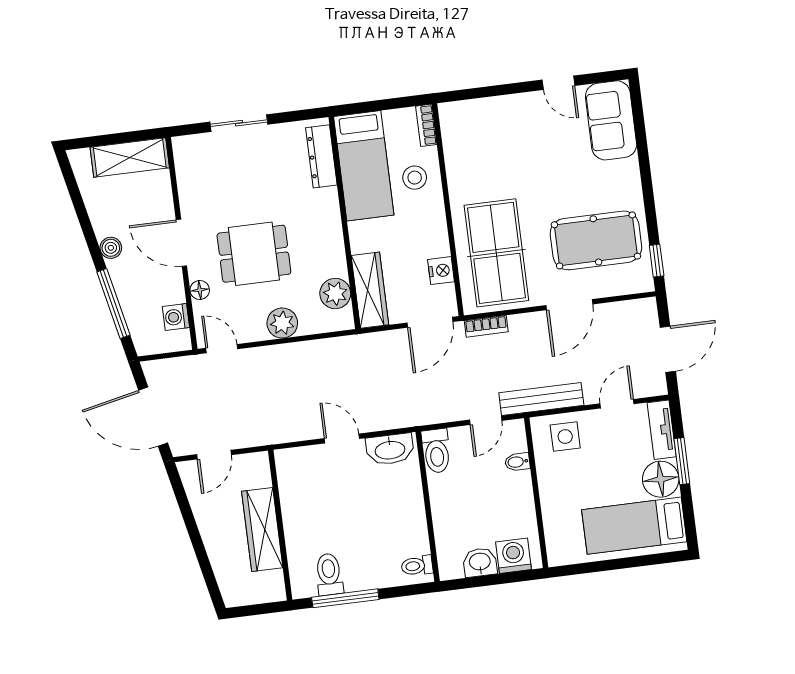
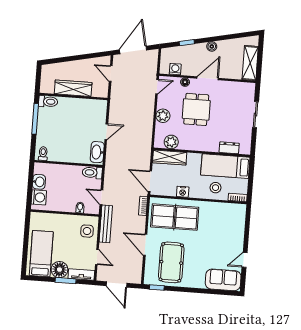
dresser: (321, 156) -> (229, 148), width x0.70
nightstand: (441, 271) -> (183, 192), moved
window: (113, 304) -> (187, 43), width x0.46
toilet: (329, 574) -> (48, 102), moved

